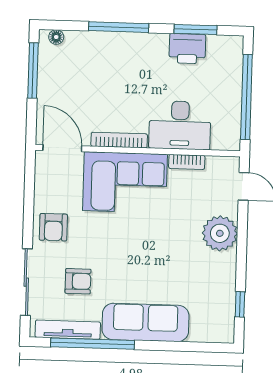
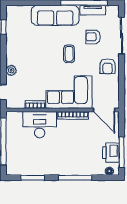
printer: (187, 49) -> (111, 153), moved, turned -90
armchair: (53, 227) -> (108, 66), turned 180
plant: (220, 233) -> (11, 70), width x0.53, depth x0.53
coffee table: (123, 252) -> (69, 54), added
tv unit: (68, 330) -> (93, 10), width x0.71

